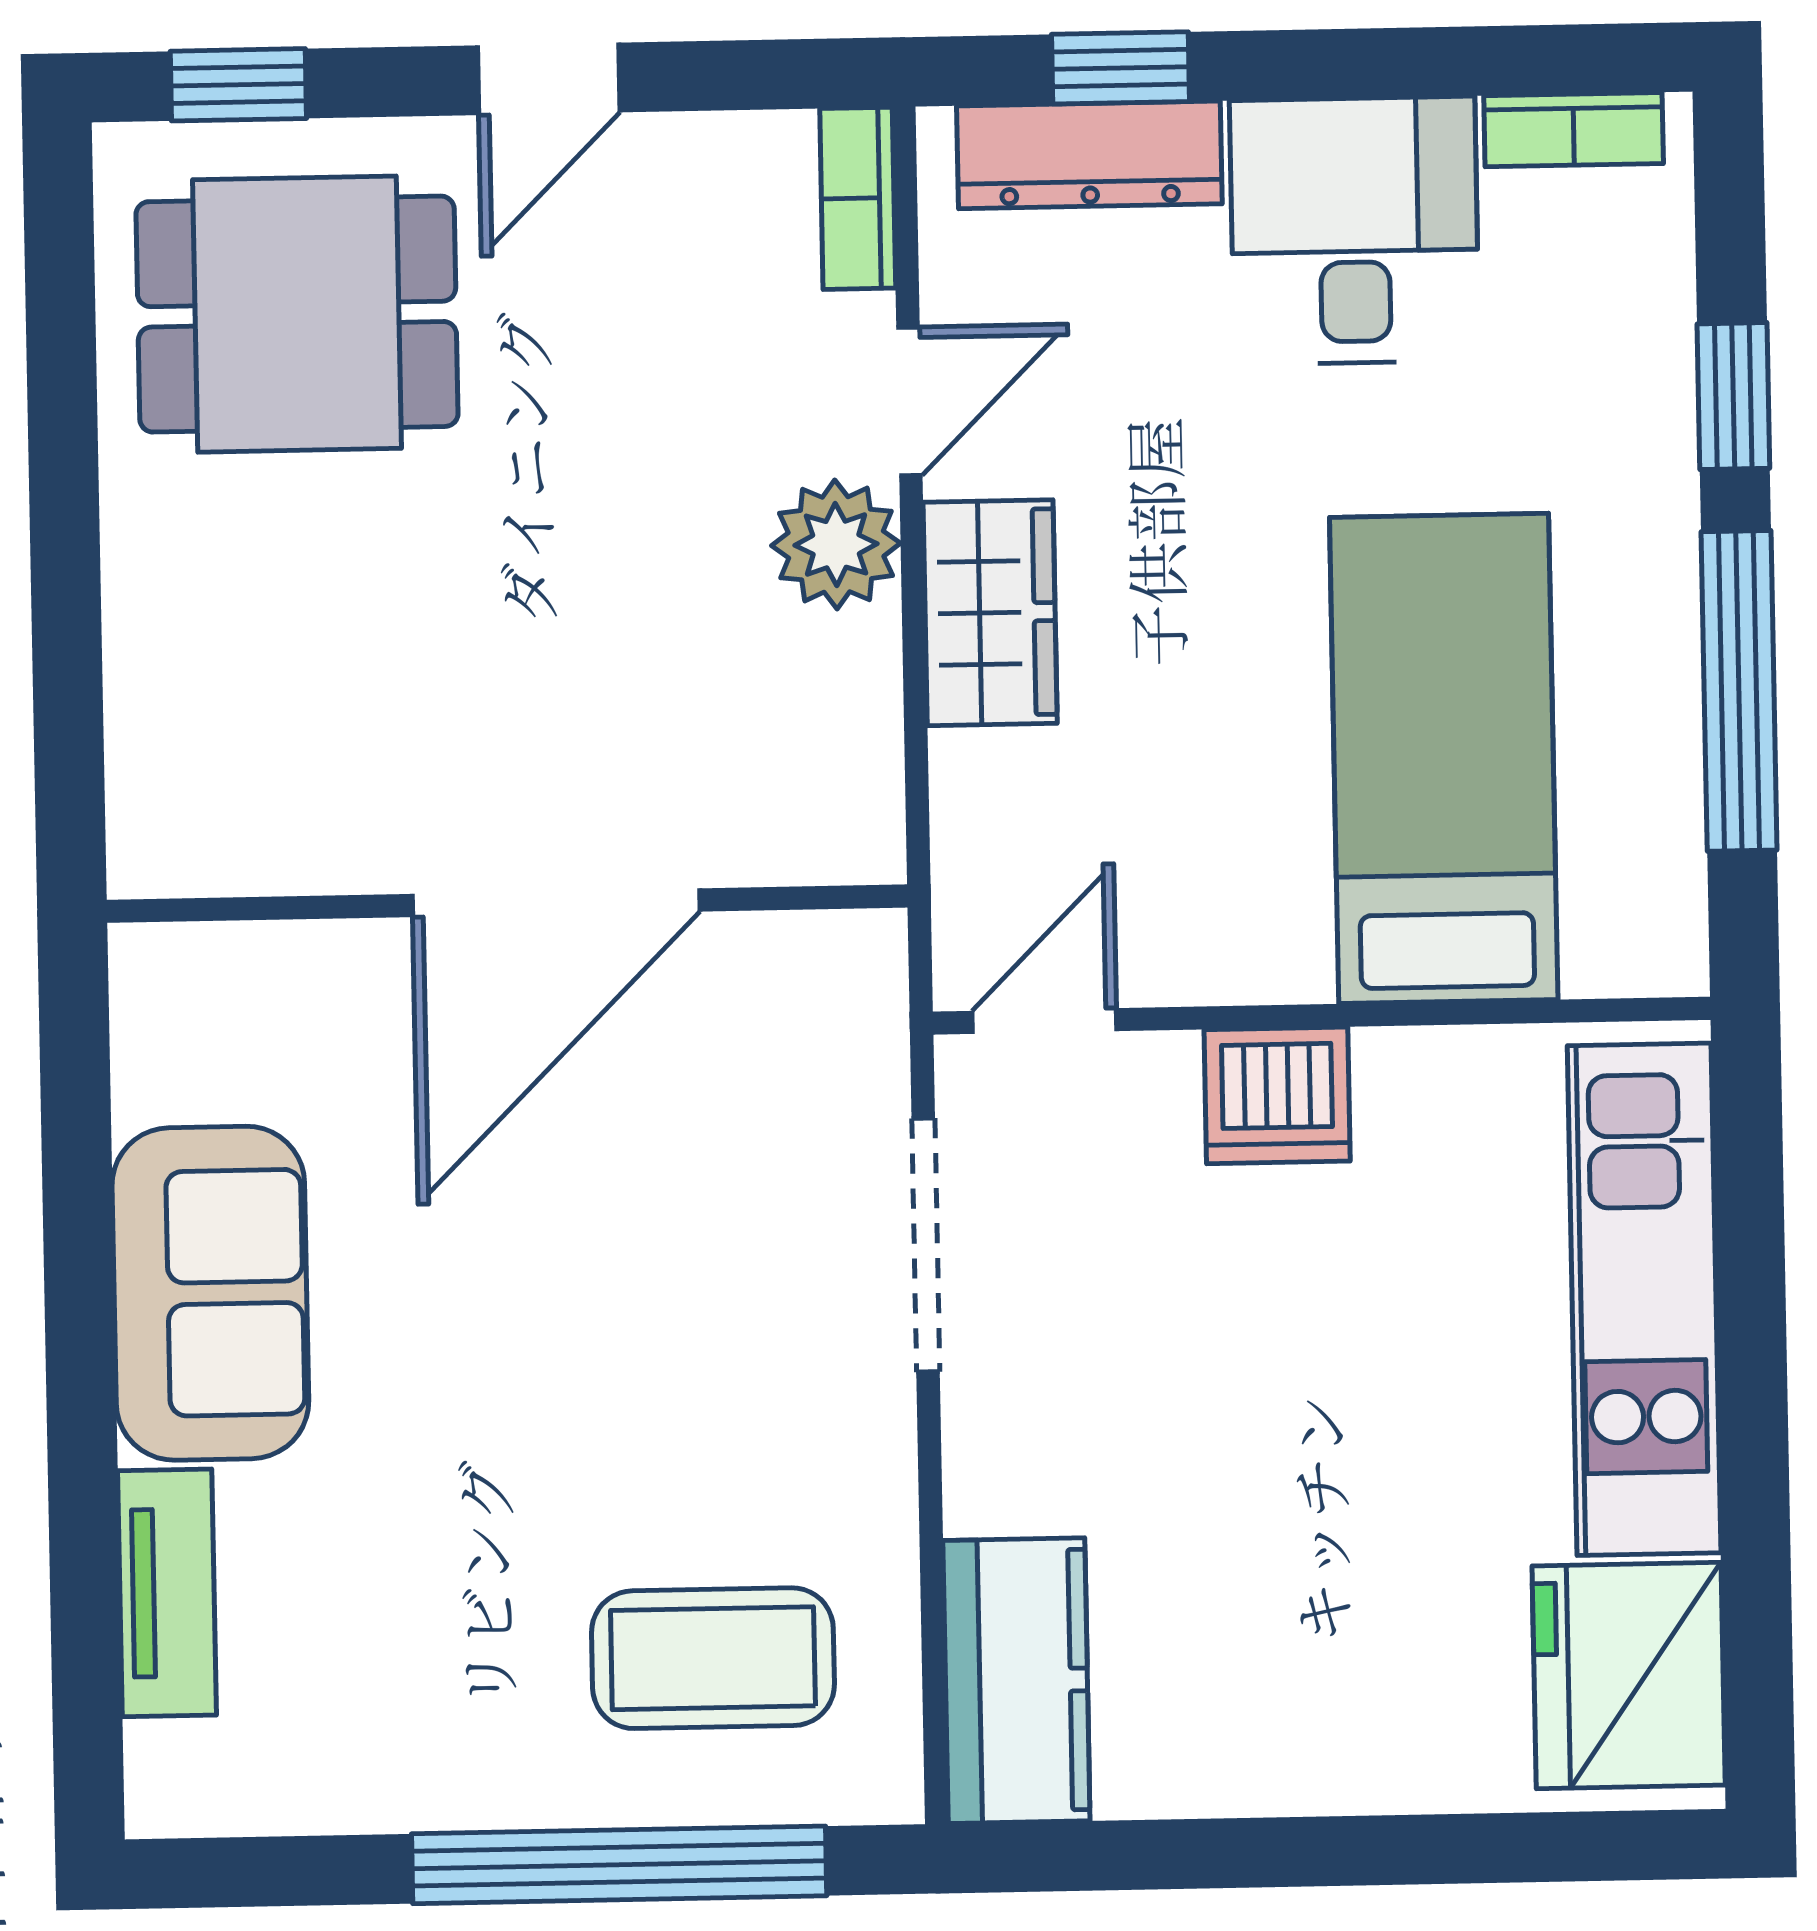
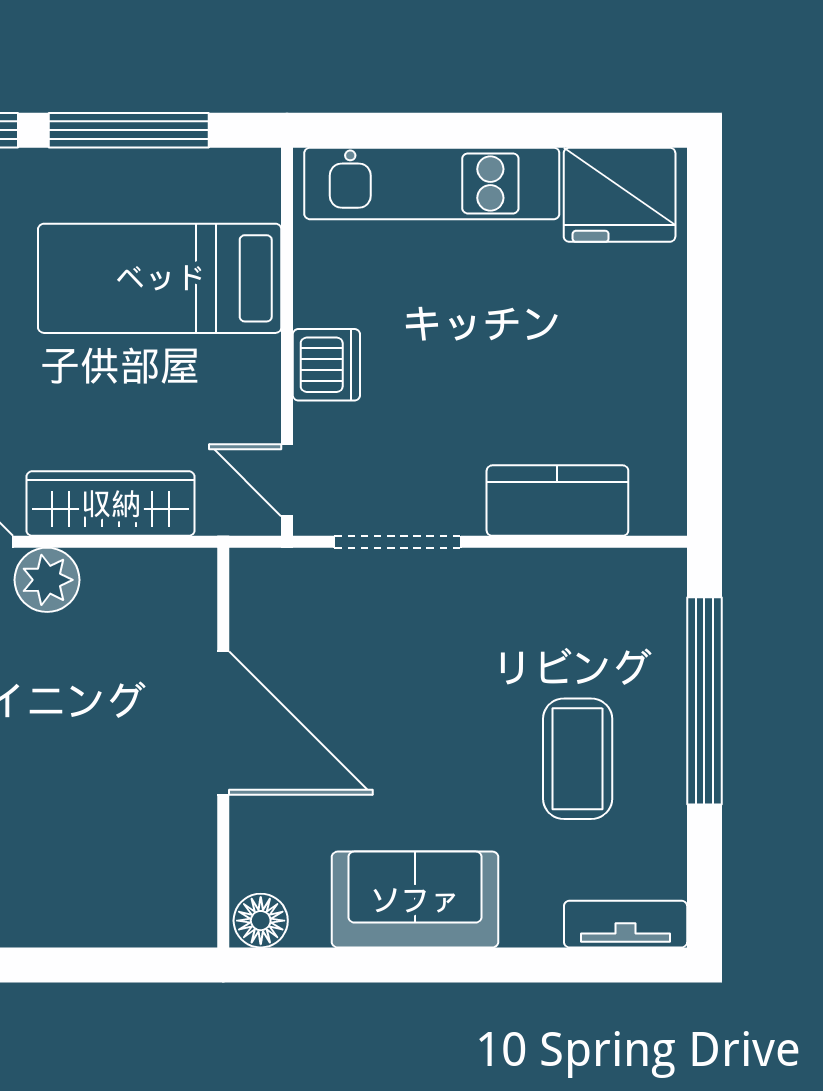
wardrobe: (990, 613) -> (111, 504), width x1.50
floor lamp: (162, 985) -> (261, 921), added
tv unit: (167, 1593) -> (626, 924), moved
coffee table: (713, 1658) -> (578, 759), moved
kitchen counter: (1016, 1681) -> (557, 501), moved

